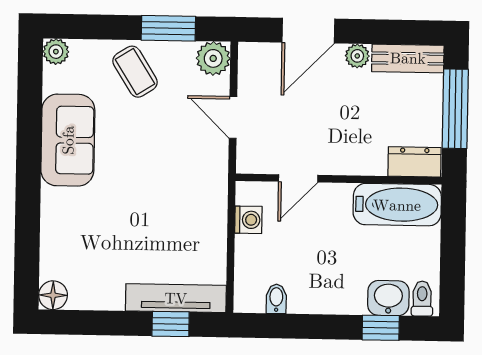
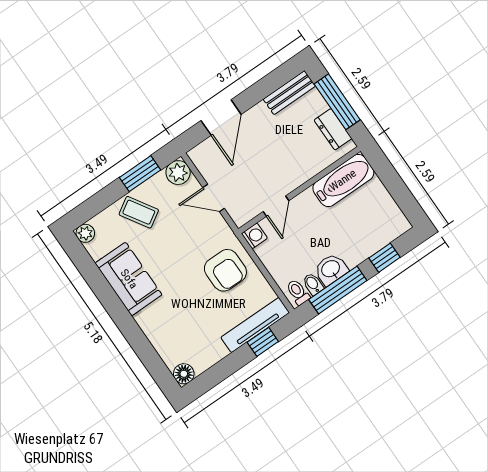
plant: (357, 56) -> (259, 112), removed
dresser: (415, 162) -> (333, 129), moved, turned -90
armchair: (187, 210) -> (225, 270), added
washing machine: (248, 220) -> (254, 236), moved
washbasin: (388, 298) -> (331, 269), moved
toilet: (422, 299) -> (298, 292), moved
window: (300, 326) -> (338, 290), added

